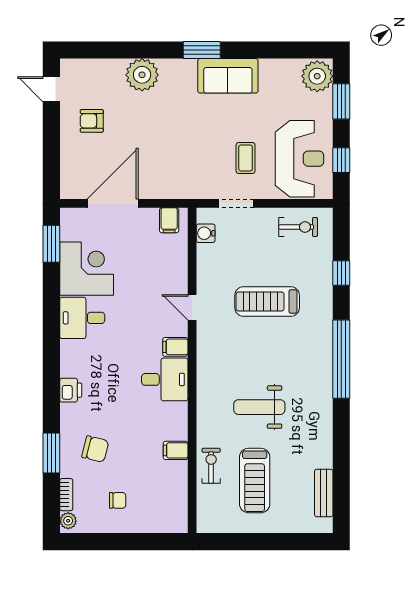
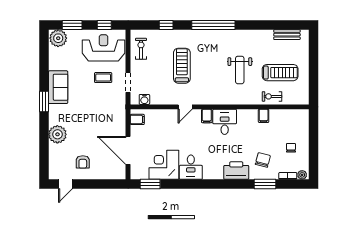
treadmill: (267, 302) -> (182, 66), turned 180
printer: (71, 390) -> (236, 171), width x1.87, depth x1.48

